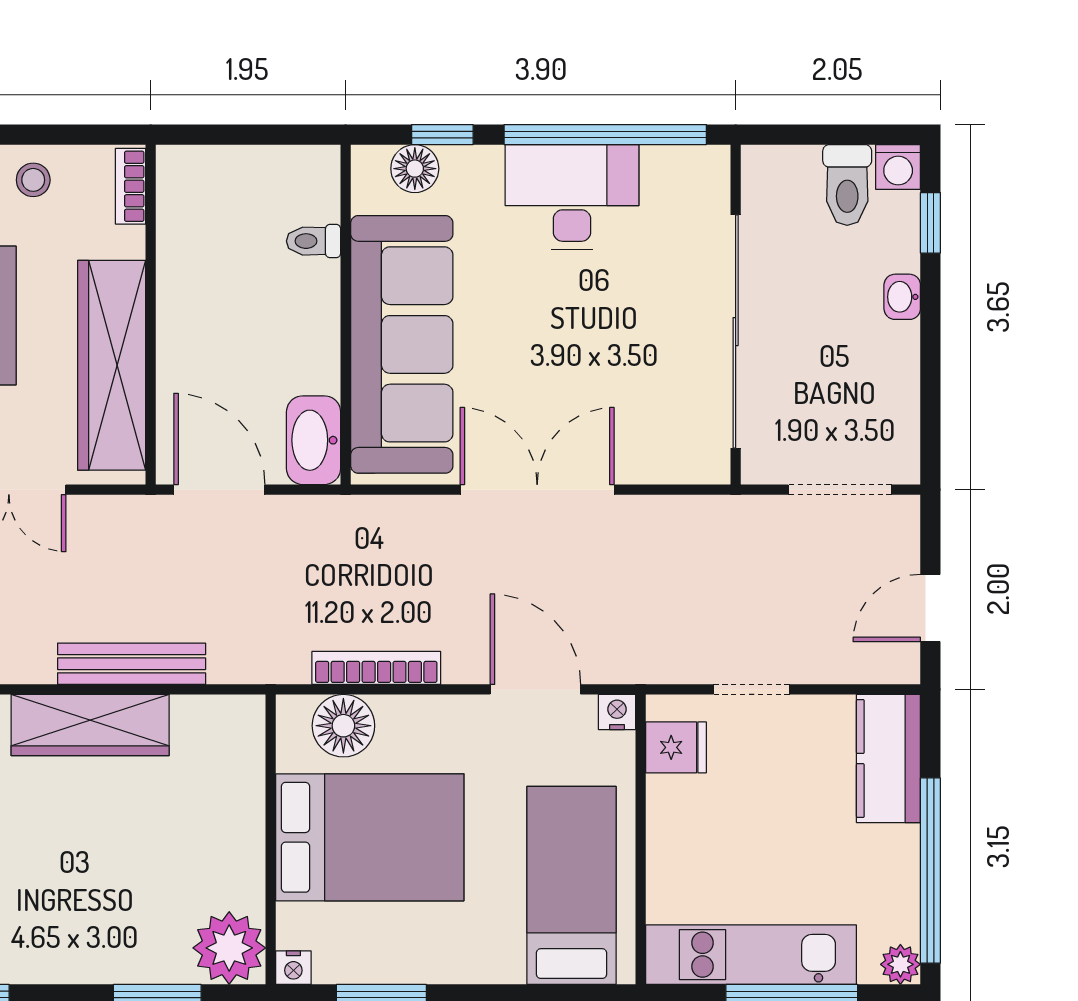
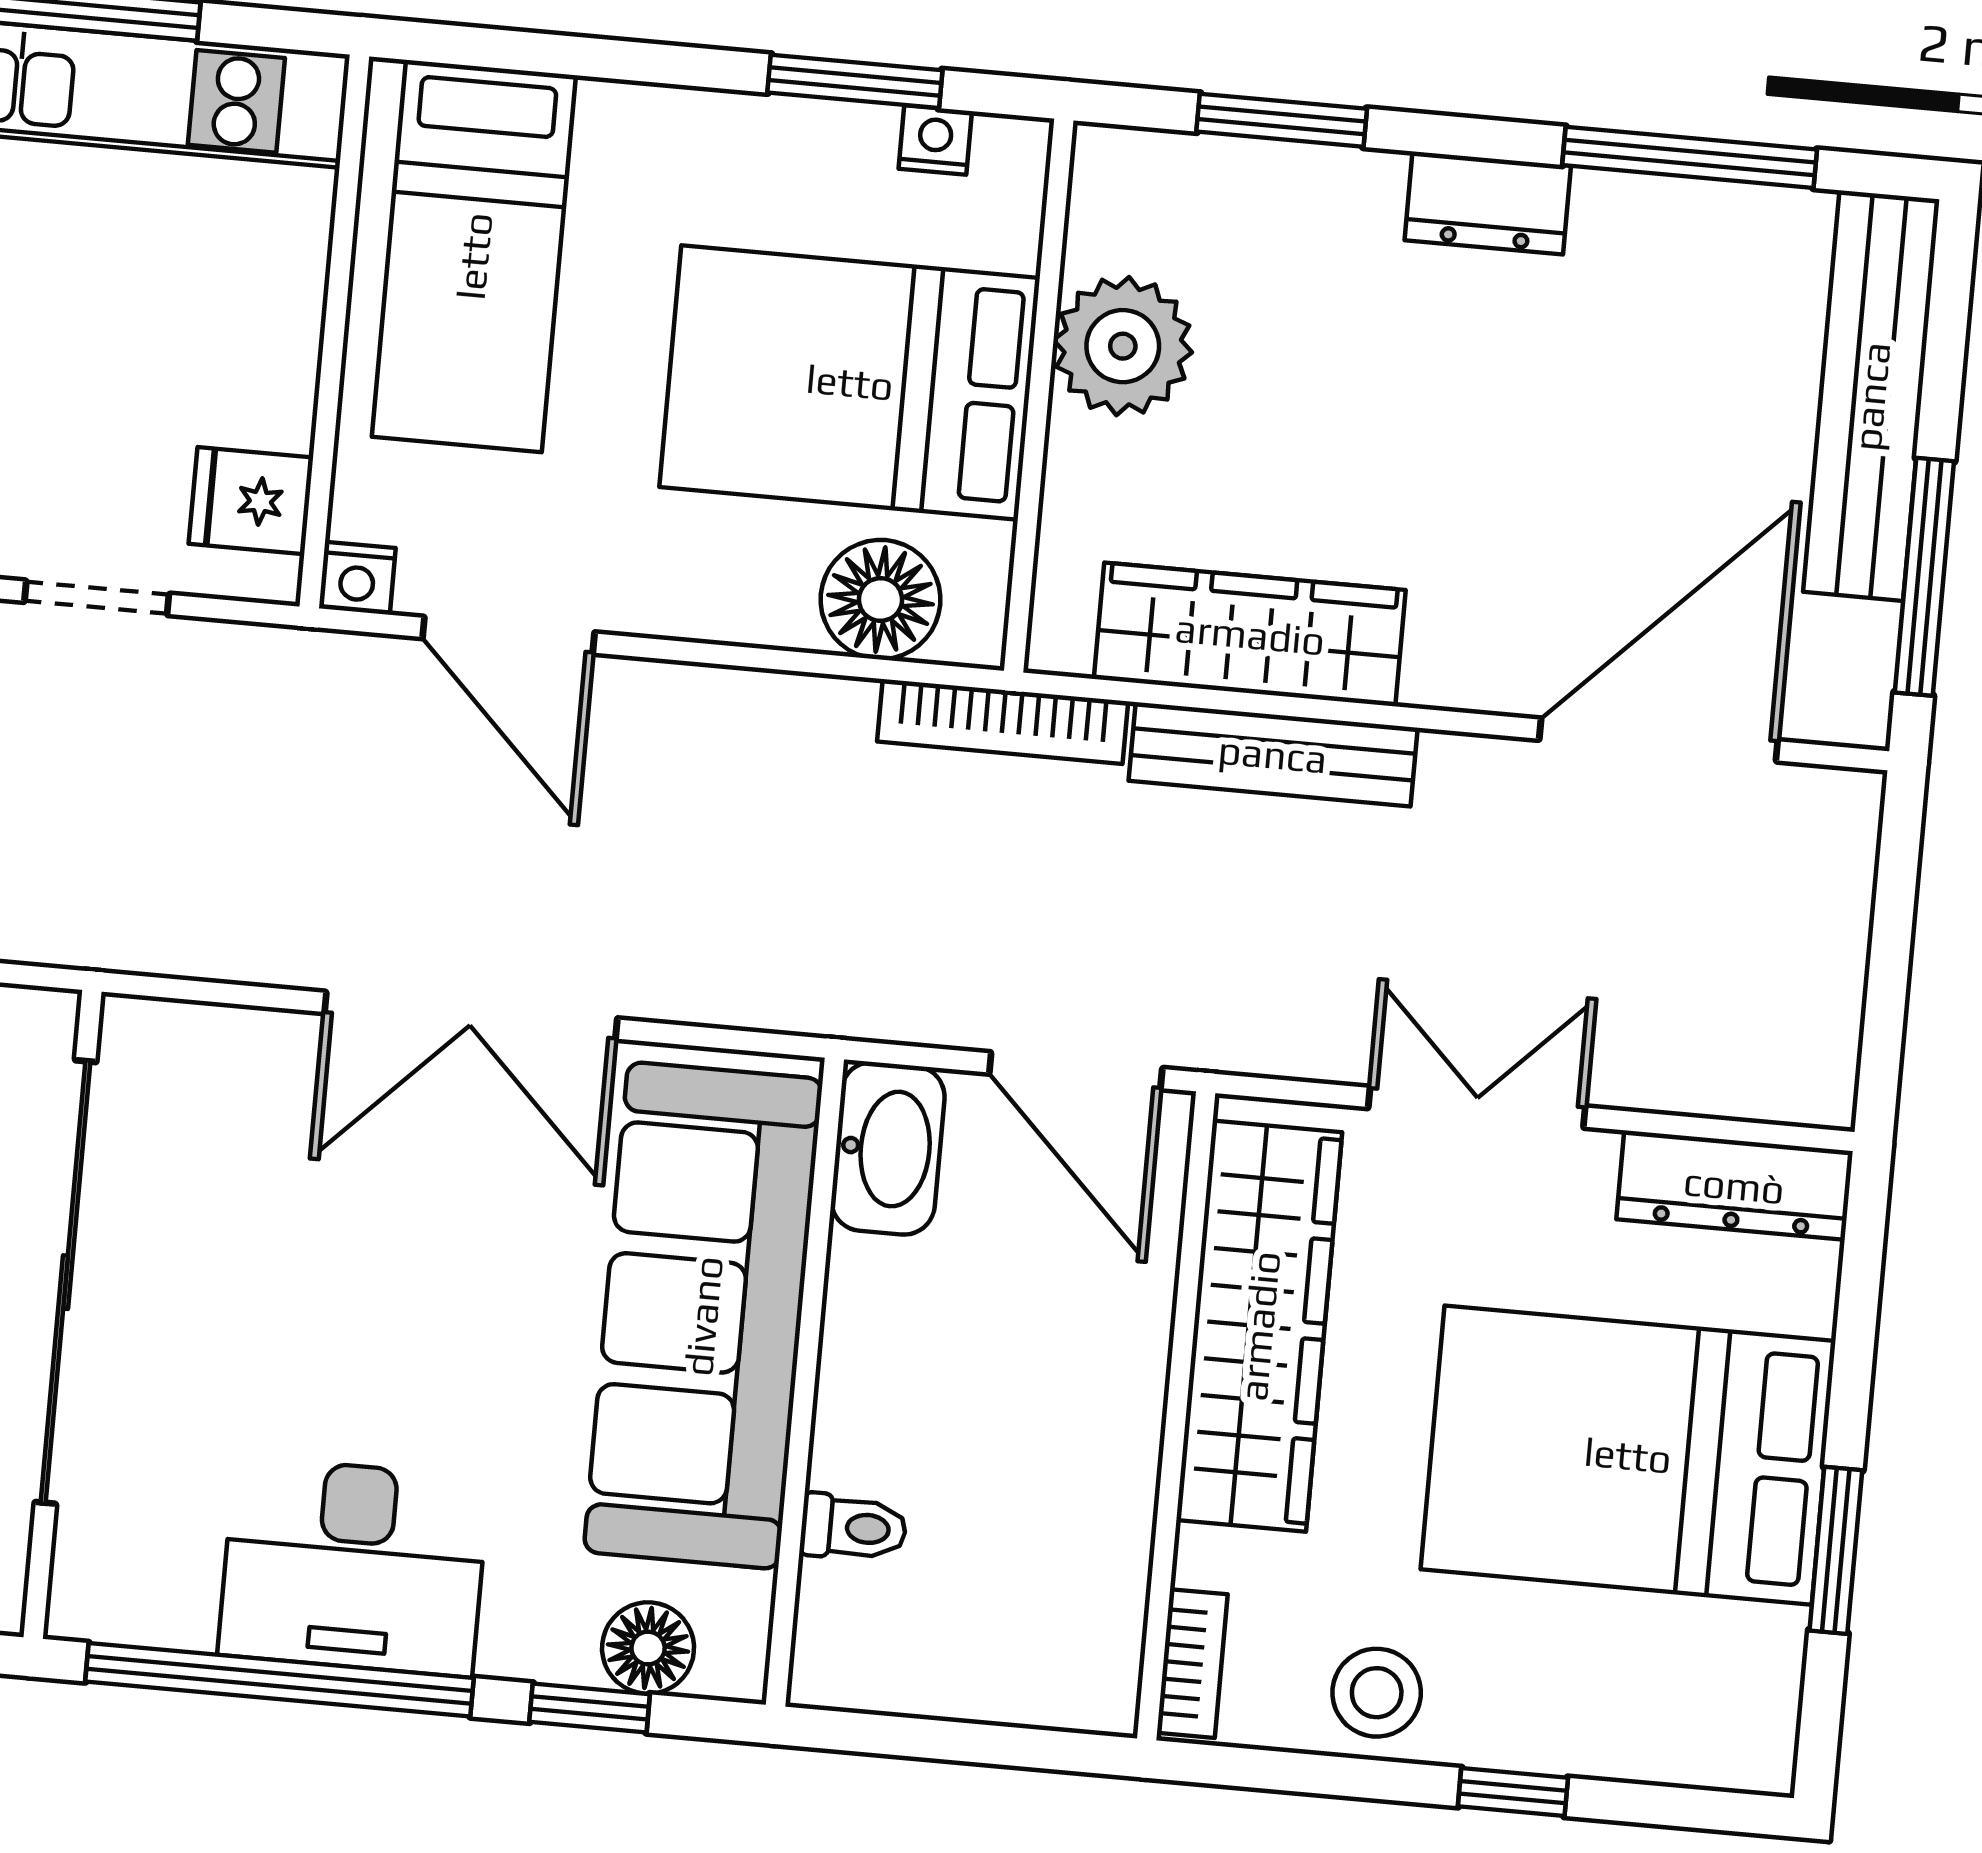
stool: (33, 180) -> (1377, 1693), width x1.37, depth x1.37
bookcase: (376, 668) -> (1003, 722), moved
wardrobe: (90, 725) -> (1250, 634), moved
plant: (229, 948) -> (1123, 346), moved
dresser: (46, 961) -> (1488, 203), added
nightstand: (293, 968) -> (935, 140), moved

